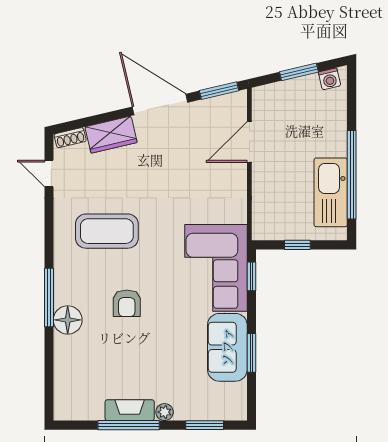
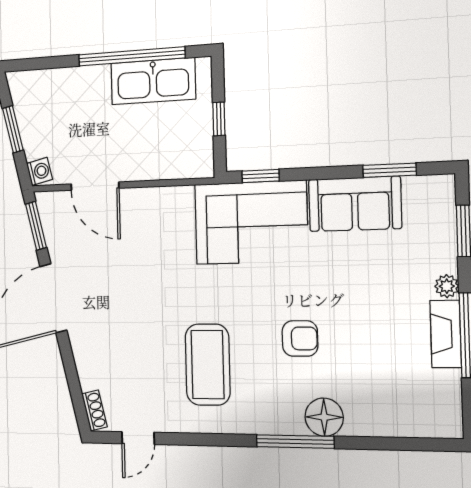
washing machine: (330, 79) -> (39, 171), moved
wardrobe: (111, 135) -> (90, 359), removed
window: (252, 353) -> (389, 170), moved

